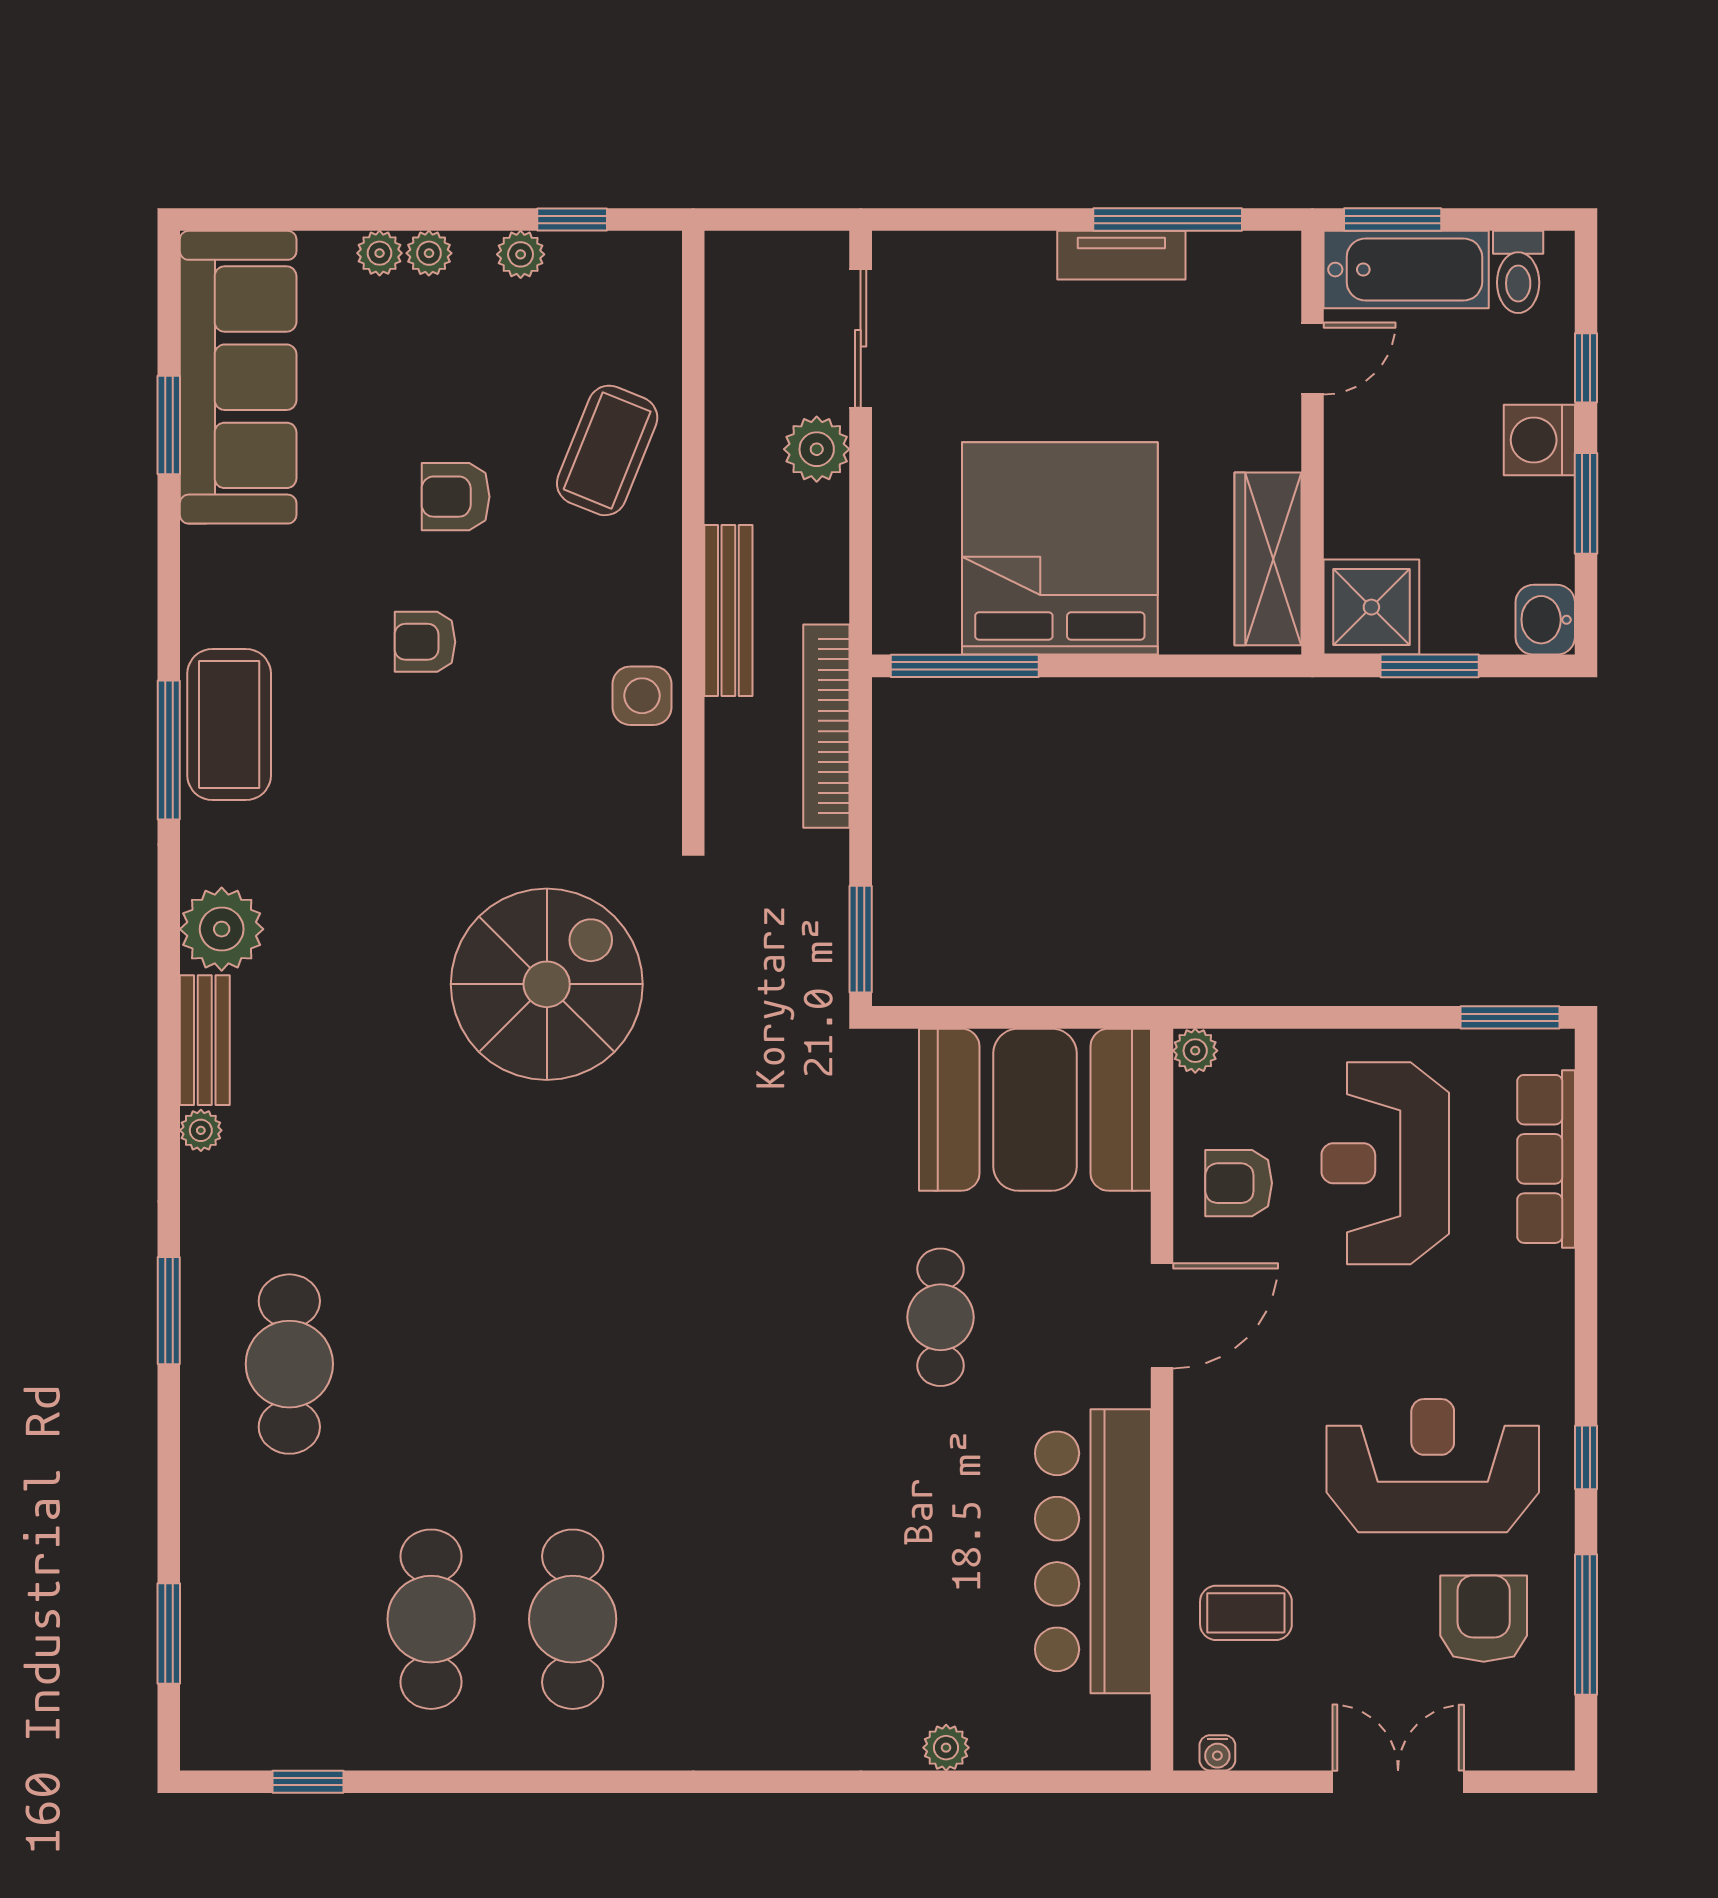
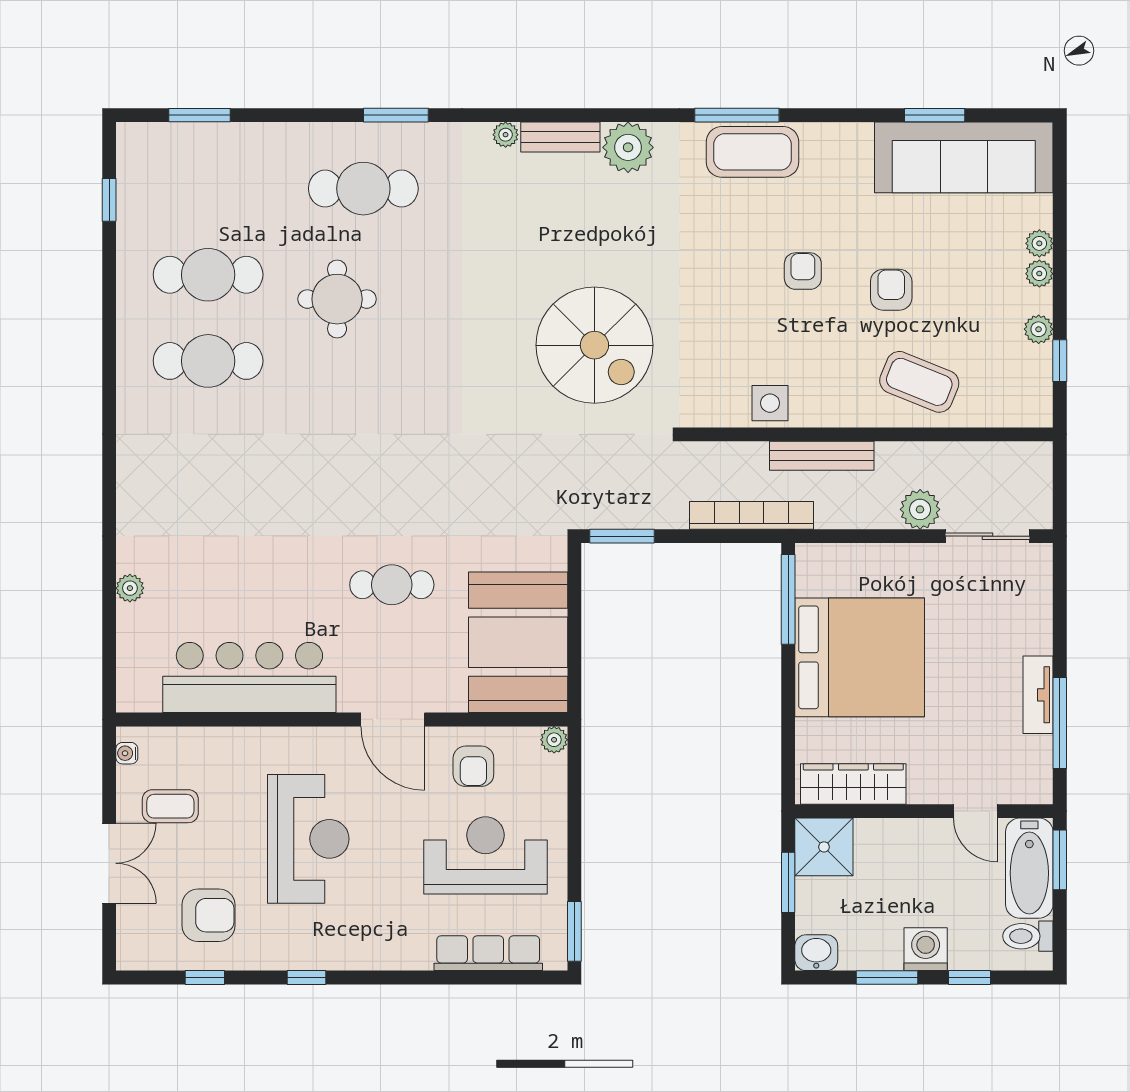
armchair: (1239, 1183) -> (473, 766), turned 180
round table: (471, 1407) -> (337, 299), added
reception desk: (1433, 1466) -> (308, 839), moved
coffee table: (1246, 1613) -> (170, 806), moved, turned 90
window: (1586, 1624) -> (205, 978), width x0.46

